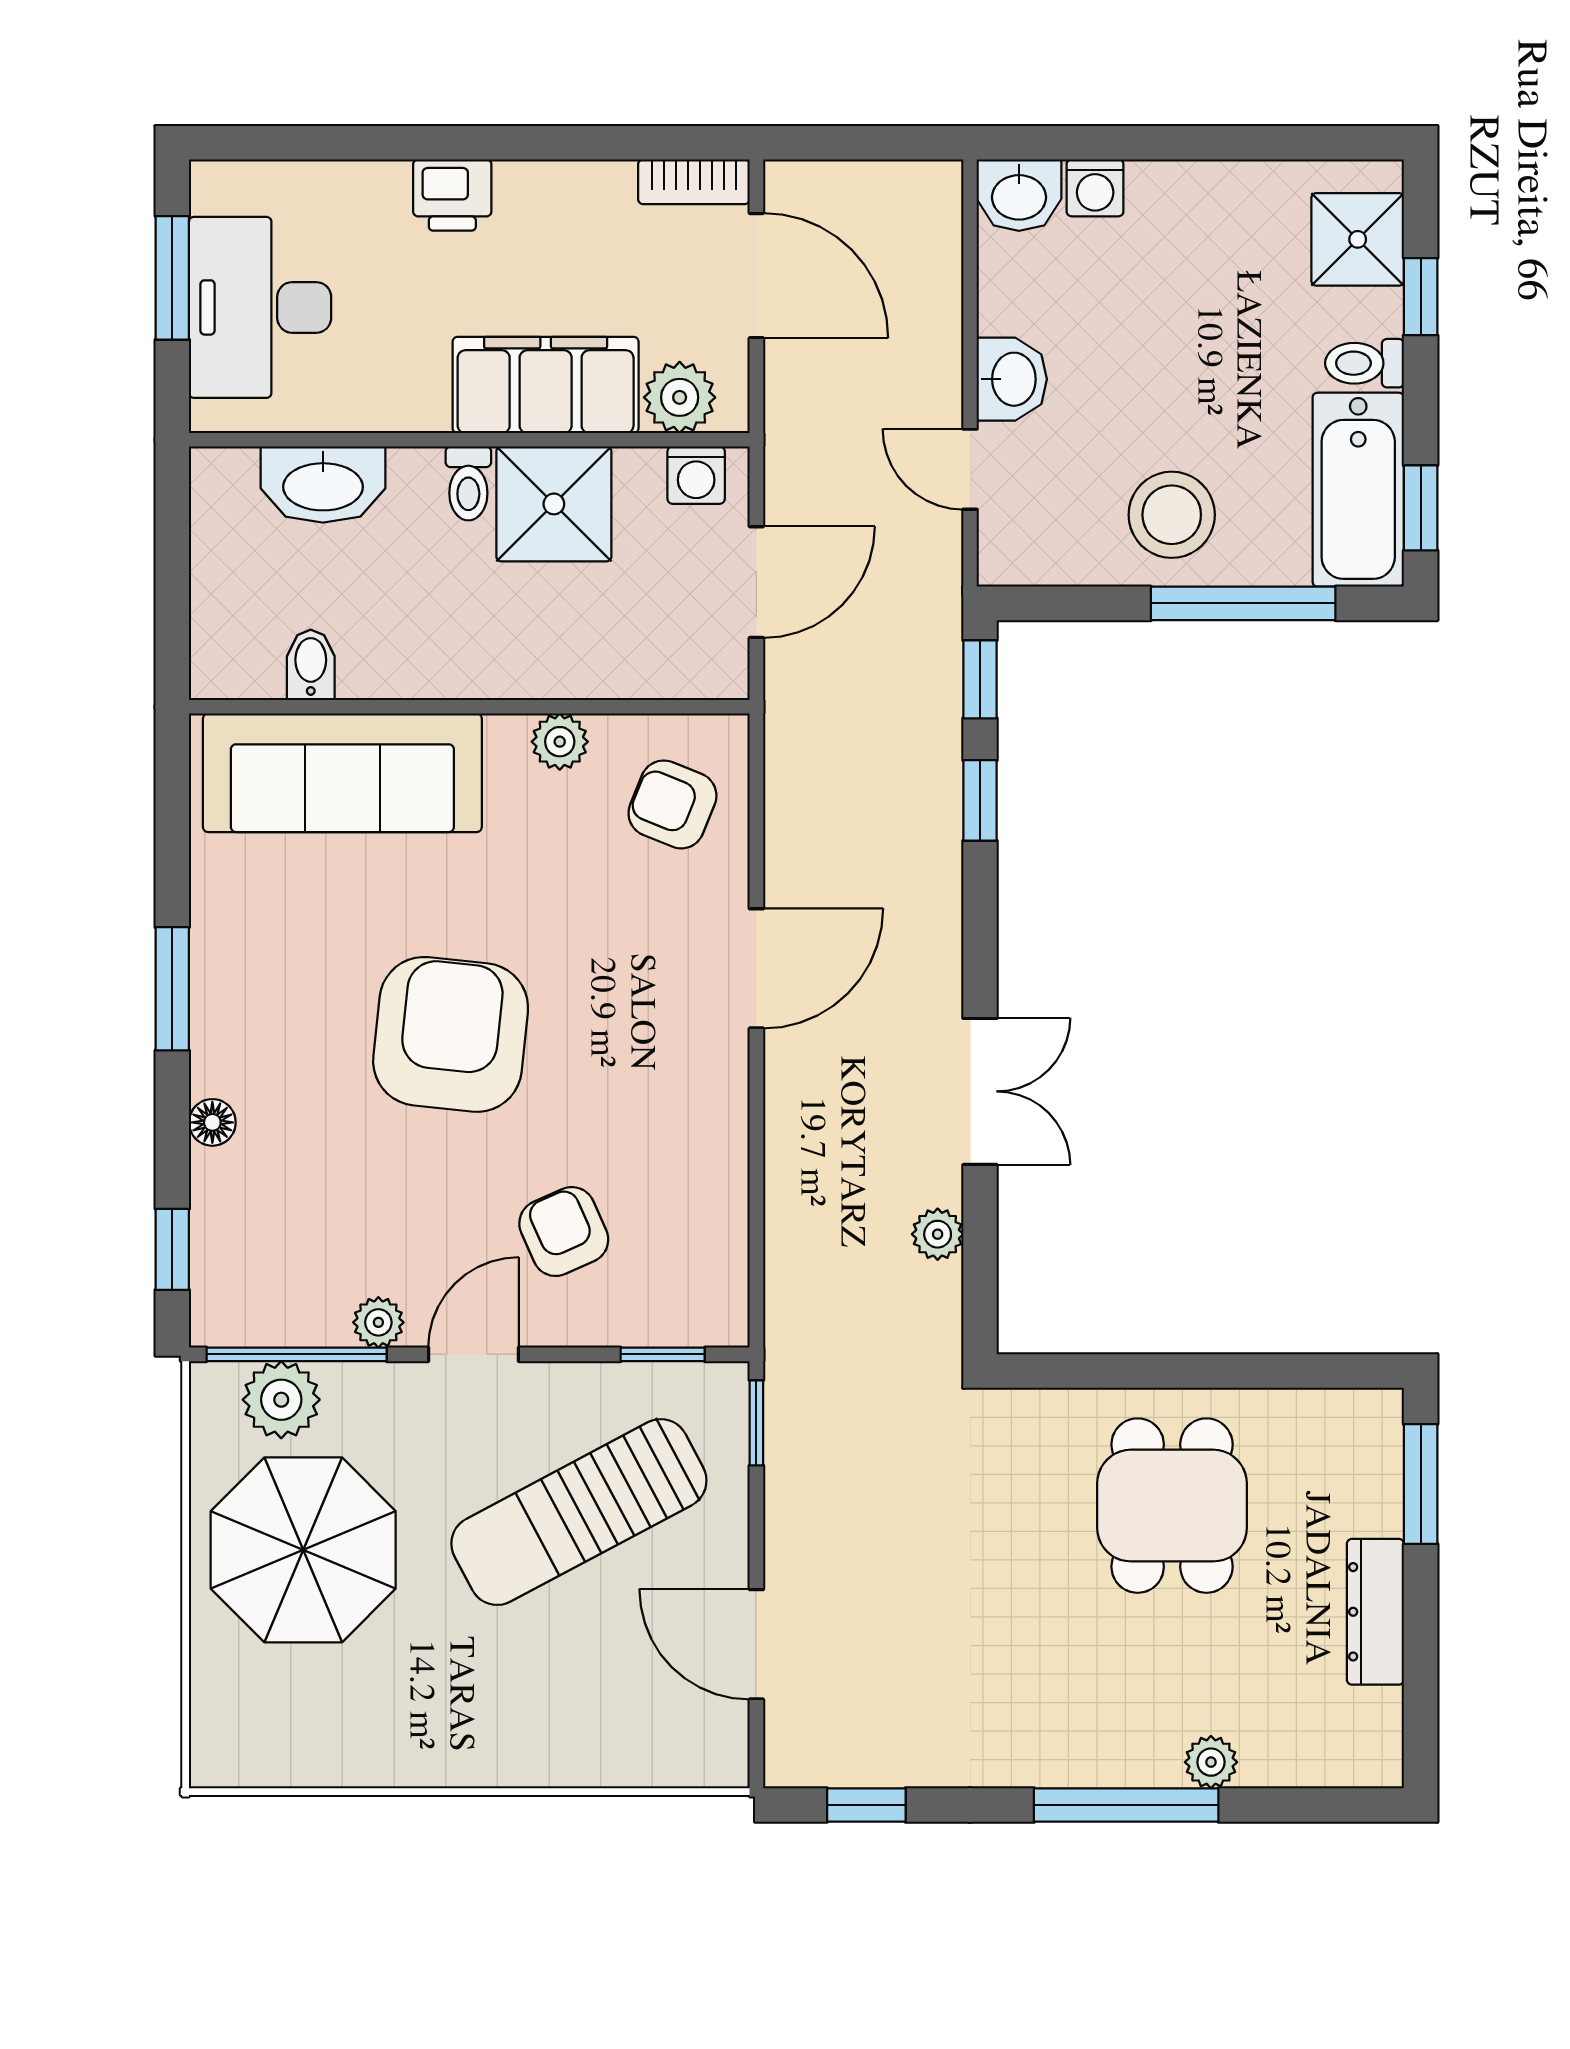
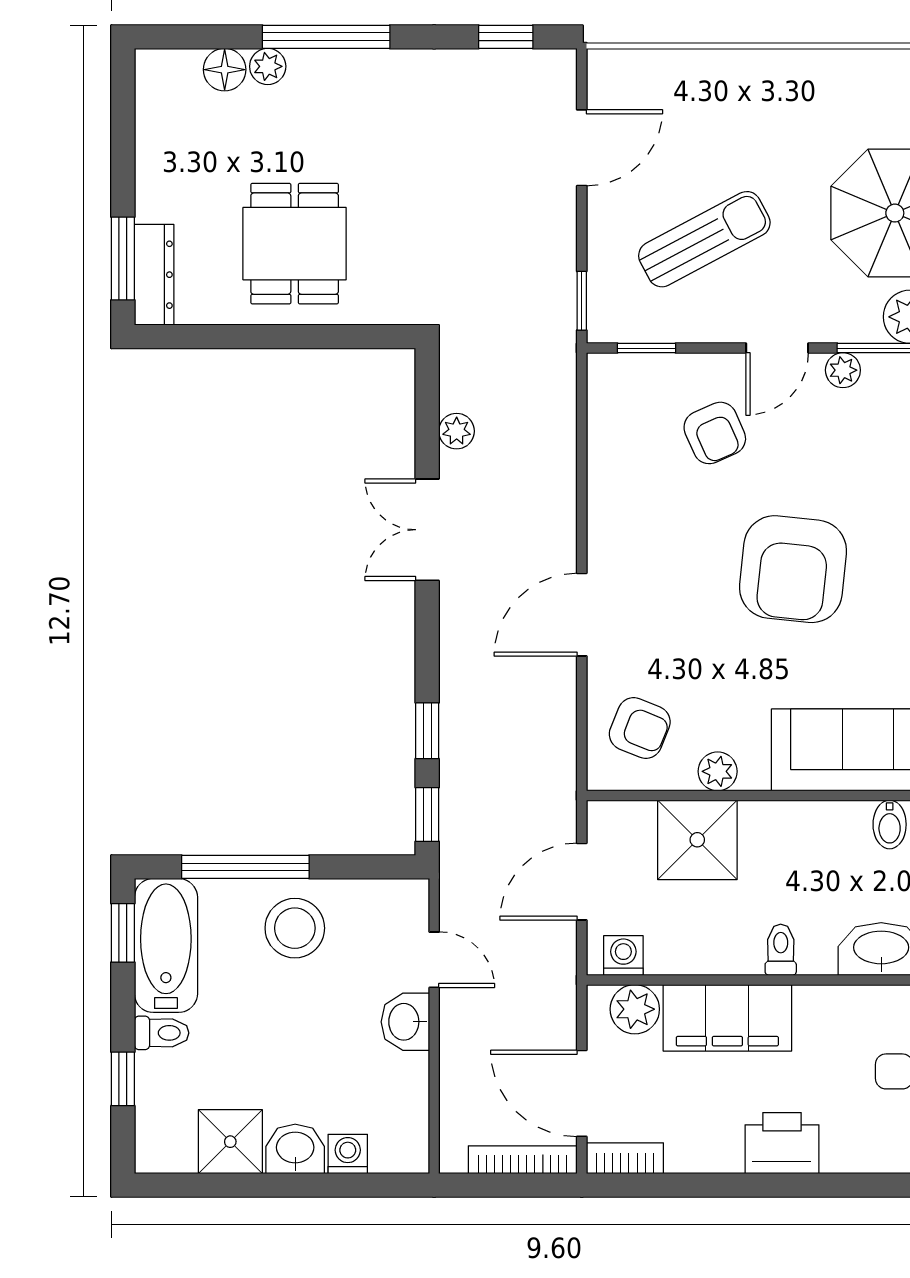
bookcase: (842, 180) -> (523, 1160), added
printer: (452, 195) -> (782, 1143), width x1.36, depth x1.24
washbasin: (1019, 195) -> (295, 1149), moved
shower: (1358, 239) -> (230, 1142), moved
shower: (554, 504) -> (697, 840), moved
sun lounger: (579, 1512) -> (704, 239), width x0.73, depth x0.75
dresser: (1375, 1612) -> (154, 275), moved
door: (756, 1644) -> (582, 148), hinge flipped
floor lamp: (1273, 1757) -> (225, 70), added

